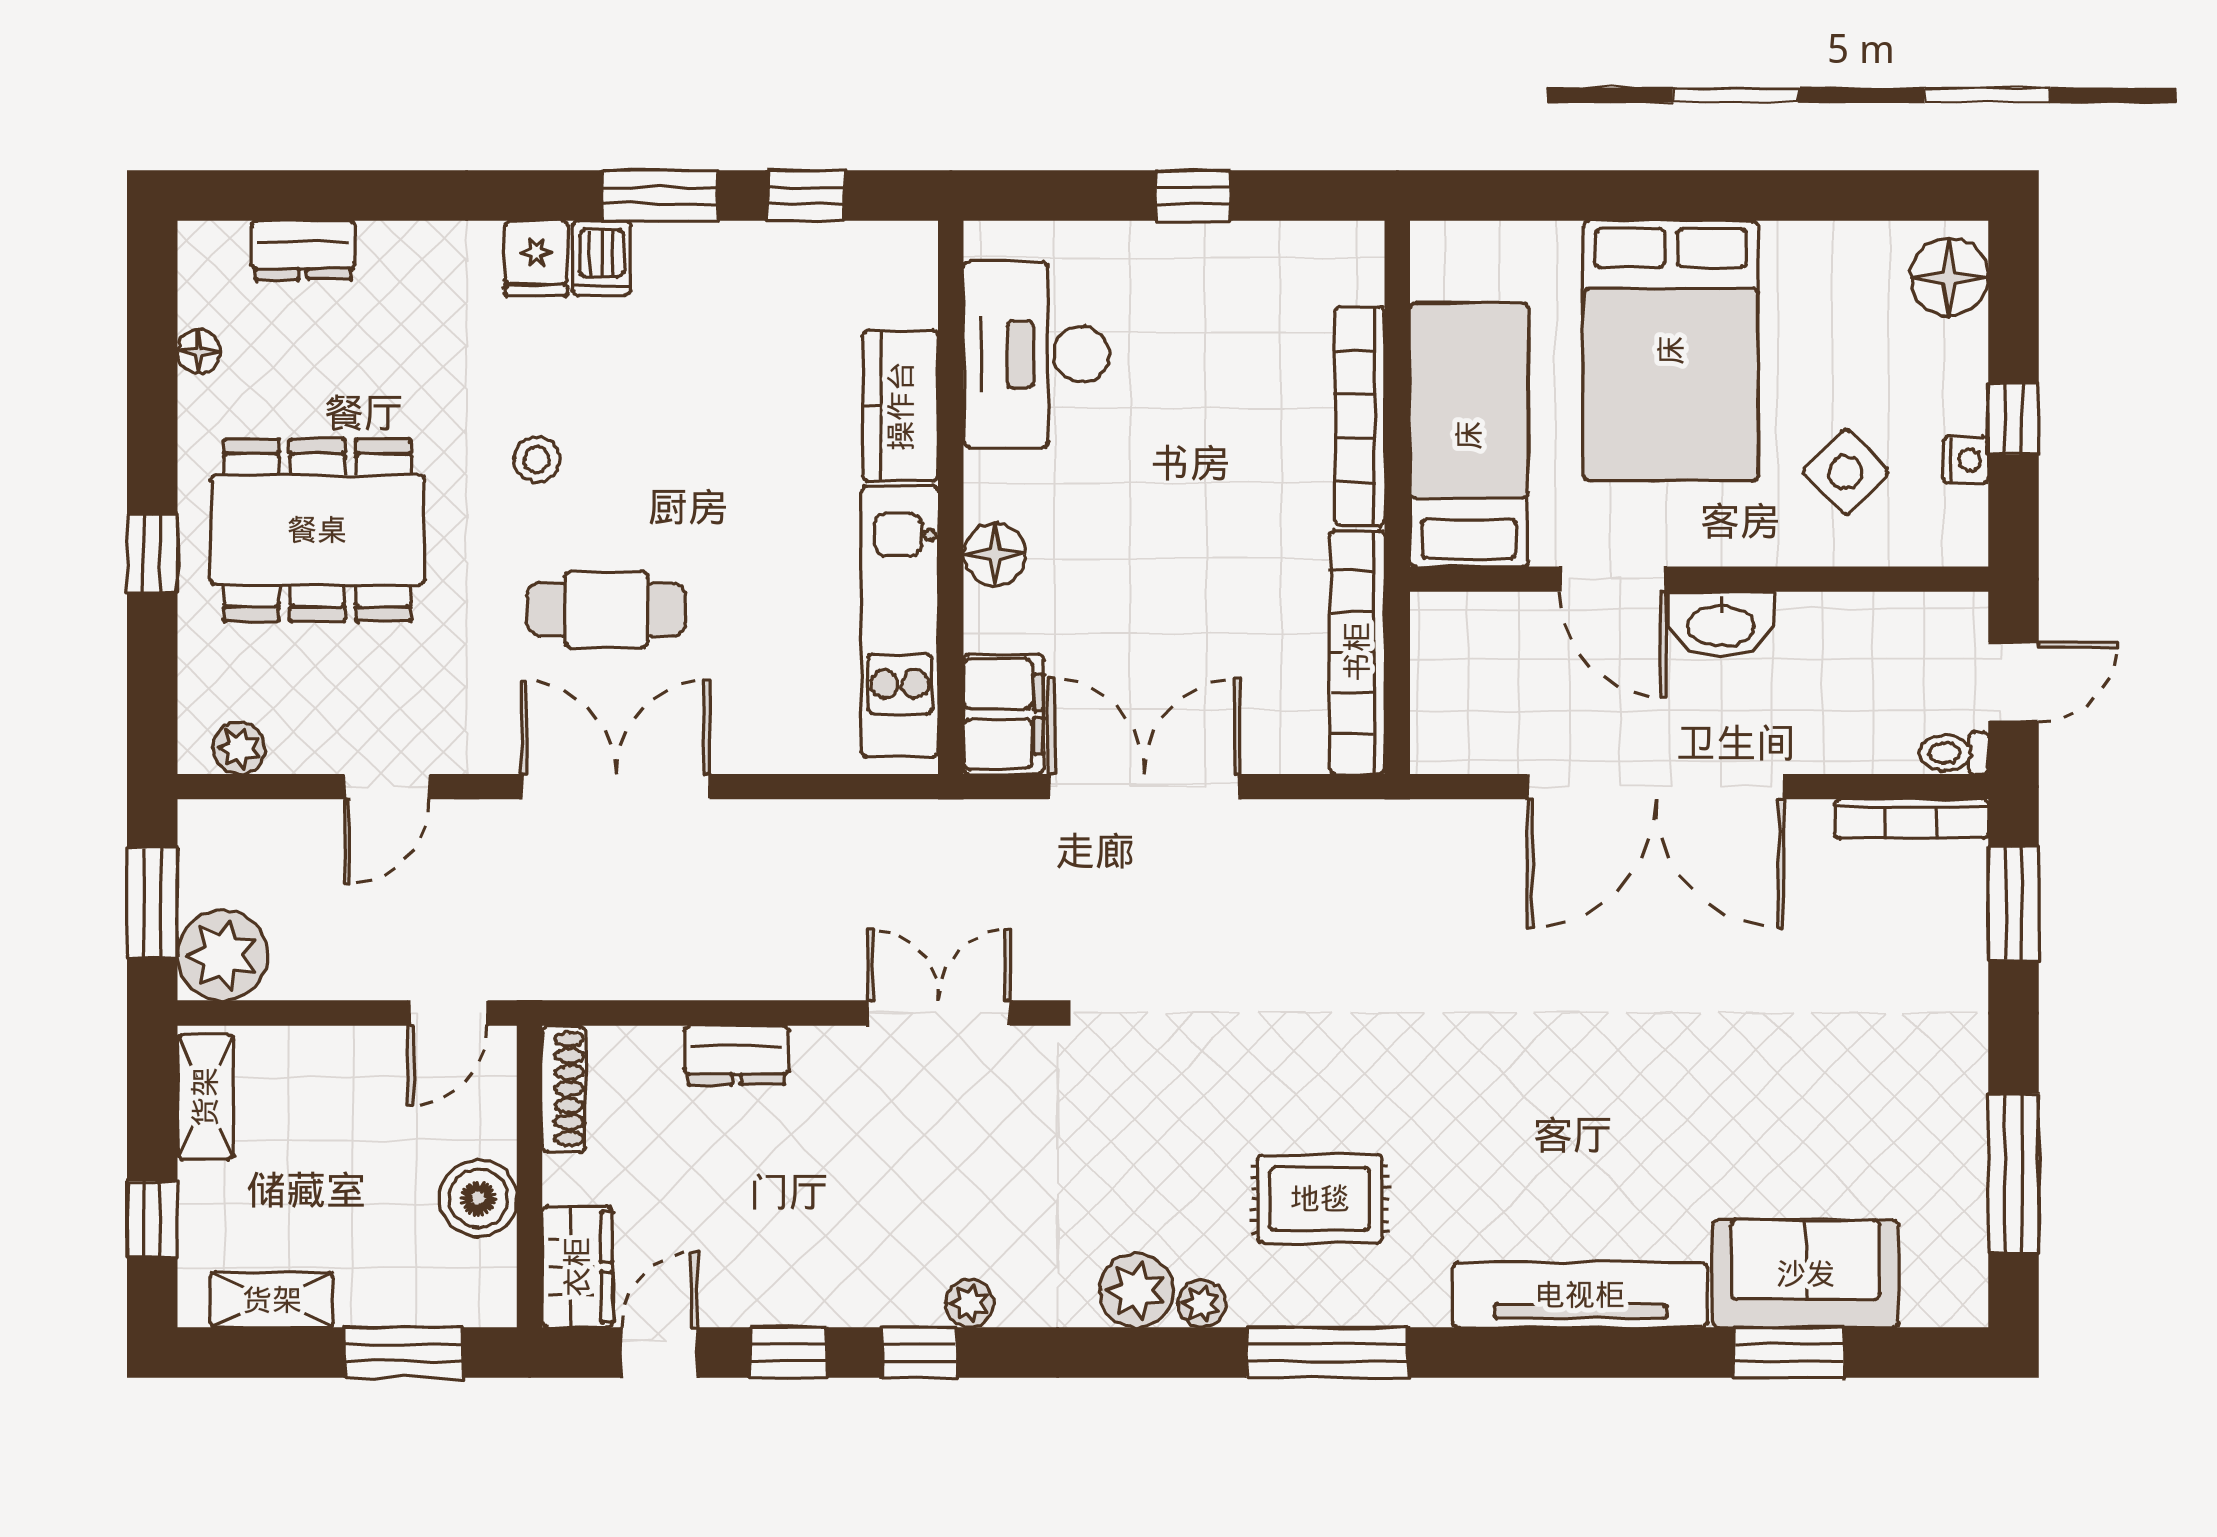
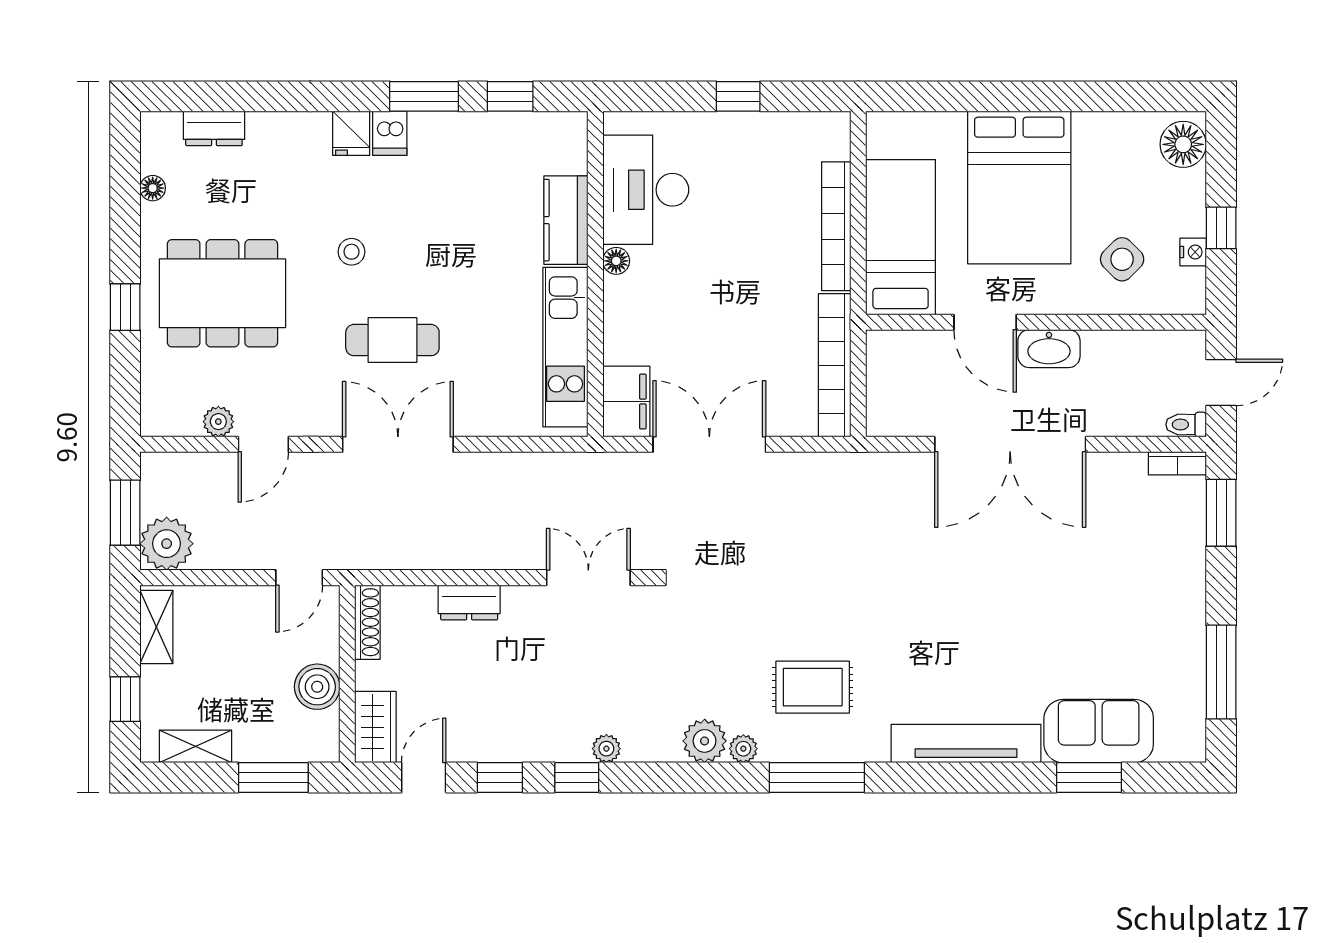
floor lamp: (995, 554) -> (616, 261), moved, width x0.73, depth x0.73
plant: (239, 748) -> (218, 422), moved
bookcase: (1911, 819) -> (1177, 463), width x0.64

